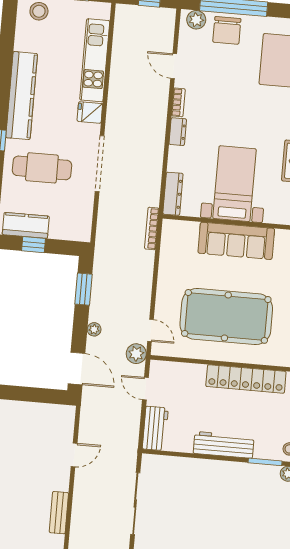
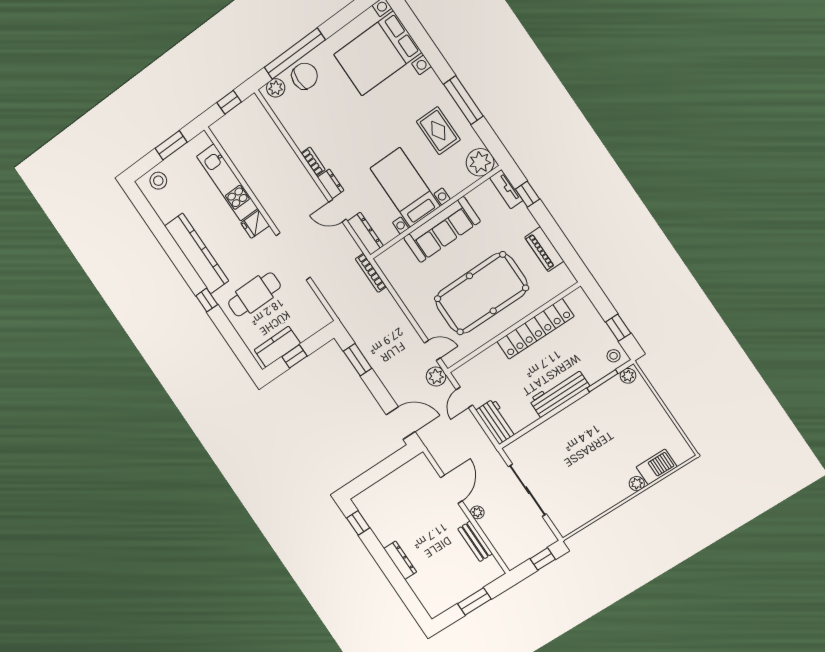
chair: (227, 30) -> (305, 76), turned -90
door: (174, 66) -> (337, 211), moved
plant: (94, 329) -> (477, 512), moved
door: (145, 389) -> (464, 397), hinge flipped
door: (74, 455) -> (451, 489), width x1.38

